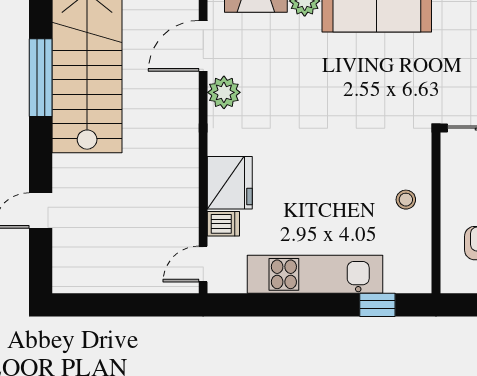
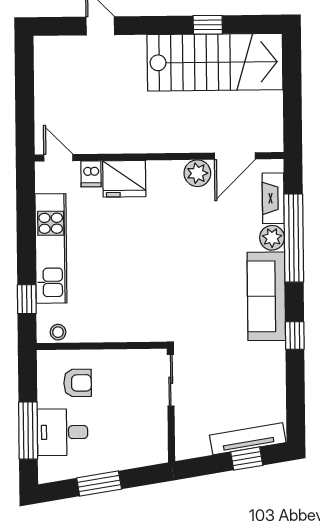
door: (203, 46) -> (235, 156), swing flipped
window: (41, 78) -> (208, 25), width x0.46
stool: (406, 200) -> (58, 332), moved

